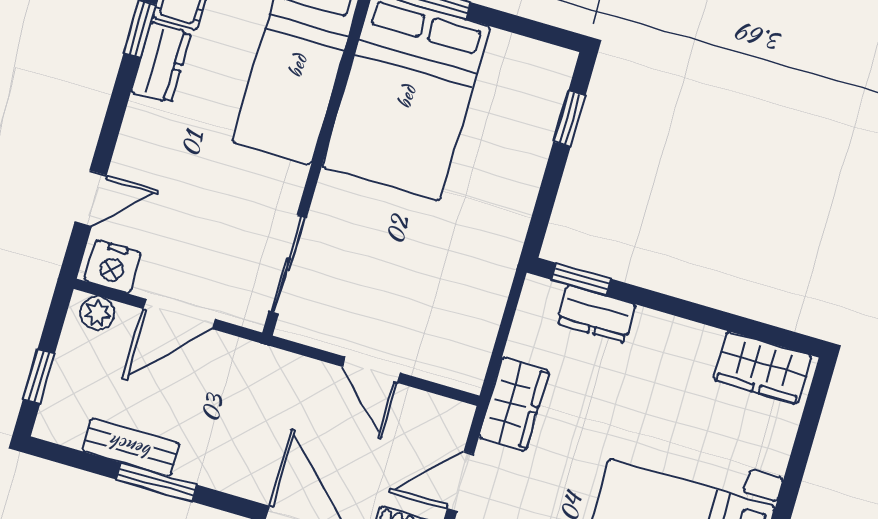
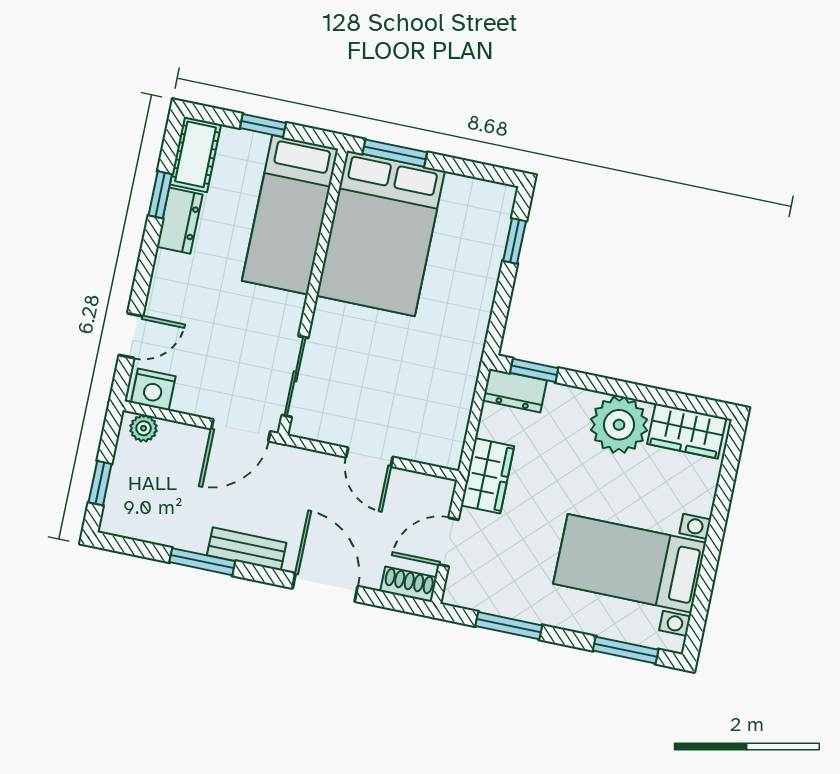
door: (179, 314) -> (241, 430), moved
dresser: (596, 314) -> (515, 391), moved
plant: (680, 354) -> (619, 425), added
bench: (131, 447) -> (247, 549), moved

